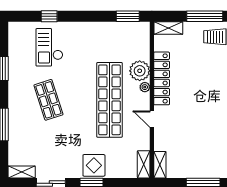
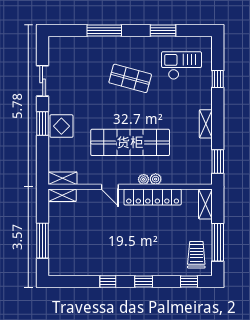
checkout: (49, 47) -> (182, 65), moved
plant: (140, 71) -> (156, 179), width x0.53, depth x0.53
shop shelf: (48, 100) -> (130, 78), turned 33
door: (152, 119) -> (110, 187), swing flipped
shelving: (22, 172) -> (206, 124), moved

